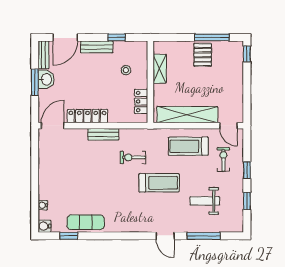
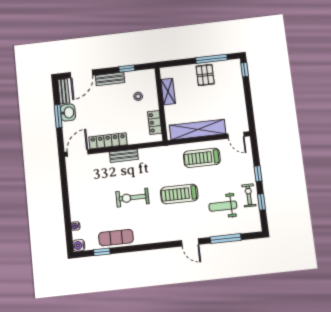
exercise bike: (133, 157) -> (132, 198), moved, width x1.38, depth x1.39
exercise bike: (223, 159) -> (249, 195), moved
treadmill: (159, 183) -> (179, 194), turned 180

